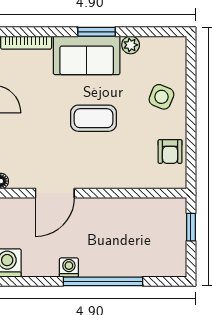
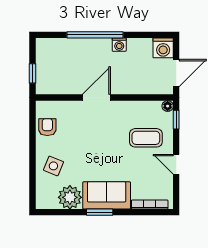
plant: (131, 45) -> (70, 197), width x1.87, depth x1.87
coffee table: (94, 118) -> (146, 138), moved
door: (55, 193) -> (96, 98), moved

